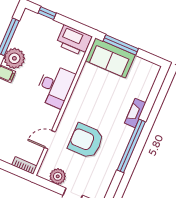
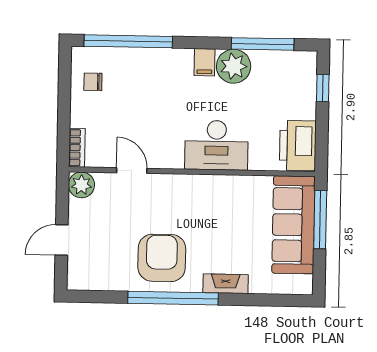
sofa: (110, 58) -> (294, 225), width x1.36
armchair: (86, 141) -> (162, 258), moved
plant: (58, 176) -> (81, 185), moved

